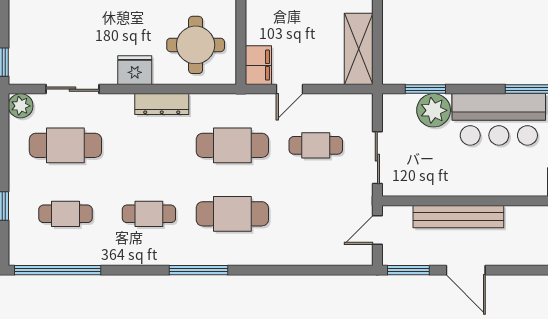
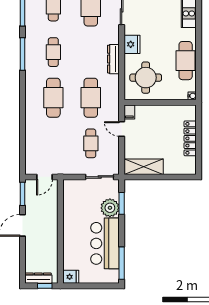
filing cabinet: (258, 65) -> (129, 112), width x0.50
sliding door: (377, 158) -> (100, 177), moved
bench: (458, 217) -> (52, 221), removed
door: (377, 230) -> (45, 177), swing flipped
window: (199, 270) -> (23, 54), moved

